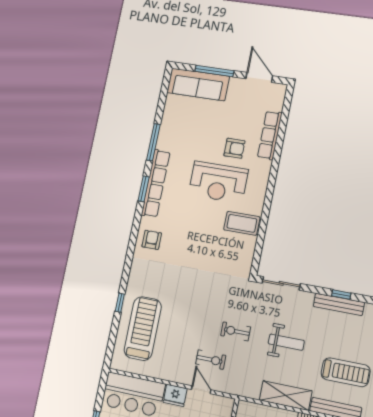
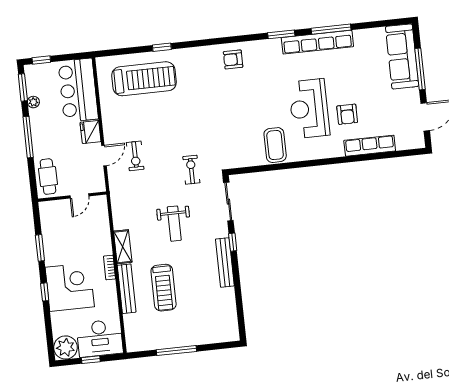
row of seats: (156, 183) -> (317, 42), moved
armchair: (152, 240) -> (233, 59), turned 180
window: (341, 295) -> (233, 242), moved
exercise bike: (236, 331) -> (191, 170), moved
shelving: (286, 396) -> (123, 247), width x0.67, depth x0.75

